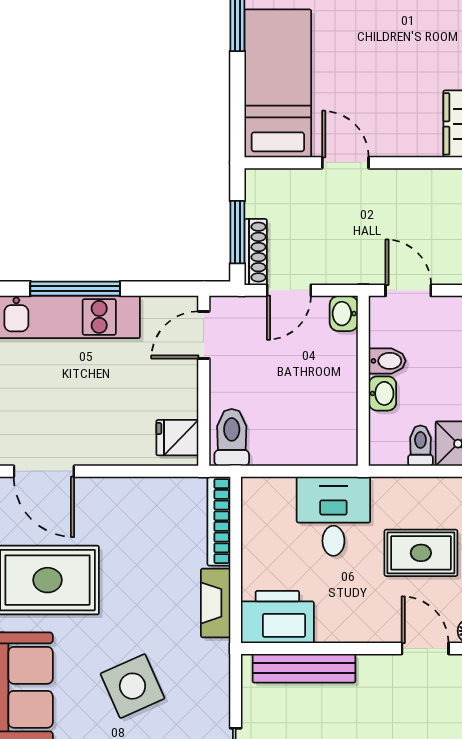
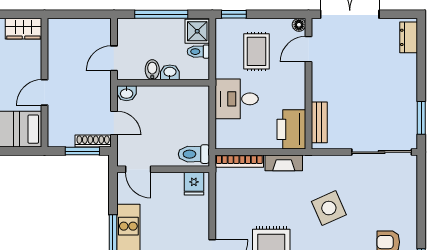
bench: (304, 668) -> (319, 122), width x0.73

